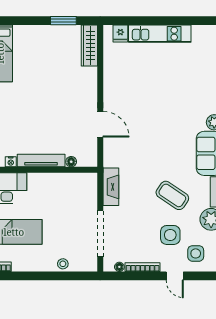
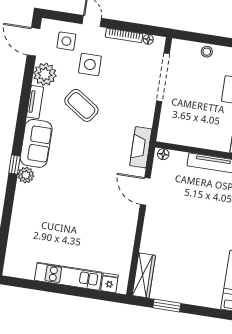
floor lamp: (71, 162) -> (163, 154), moved
fireplace: (111, 187) -> (141, 147), moved

